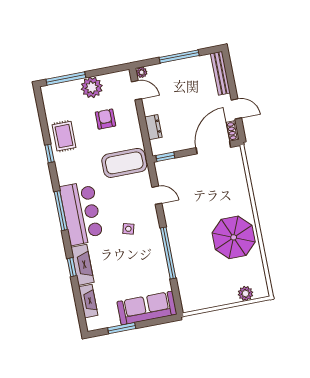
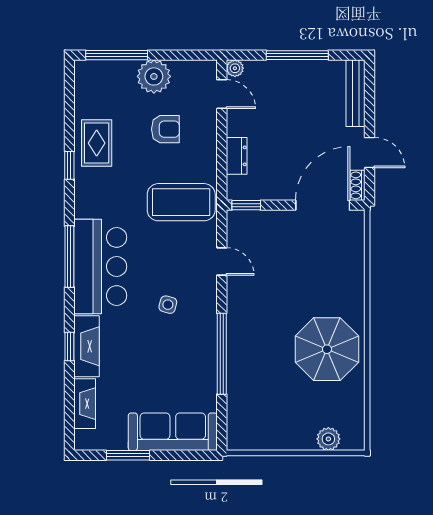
armchair: (105, 119) -> (165, 129), turned 90

